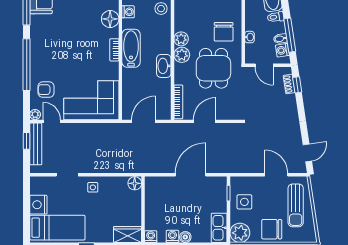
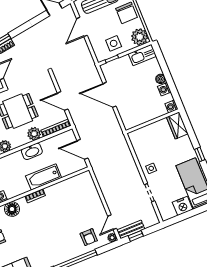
bathtub: (131, 48) -> (44, 177), moved
plant: (182, 55) -> (34, 134), moved
corner sofa: (91, 100) -> (82, 198), removed
bench: (36, 144) -> (131, 229), width x0.73
floor lamp: (135, 183) -> (134, 136), removed

